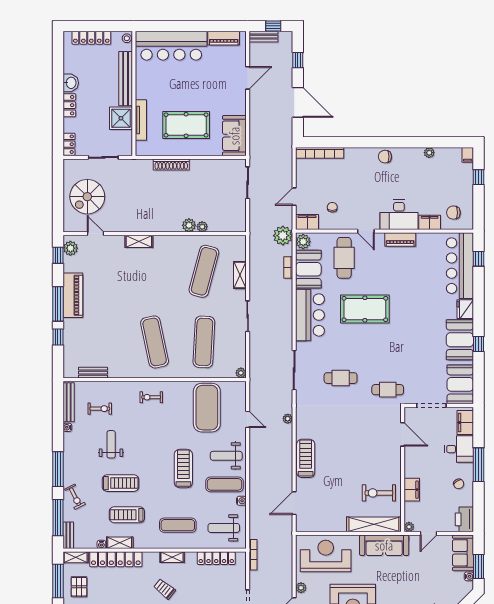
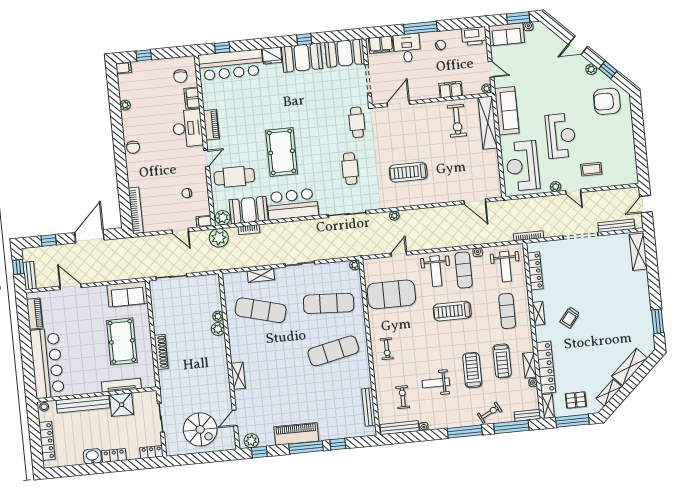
filing cabinet: (307, 222) -> (204, 221), width x0.50
bench: (93, 373) -> (369, 407), width x1.36
treadmill: (306, 458) -> (408, 172), moved

